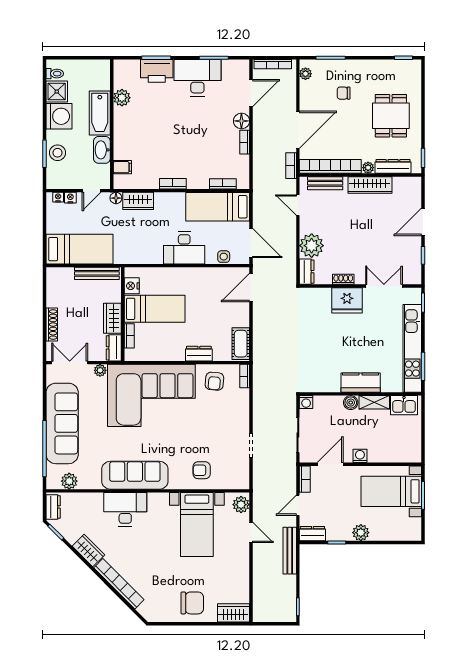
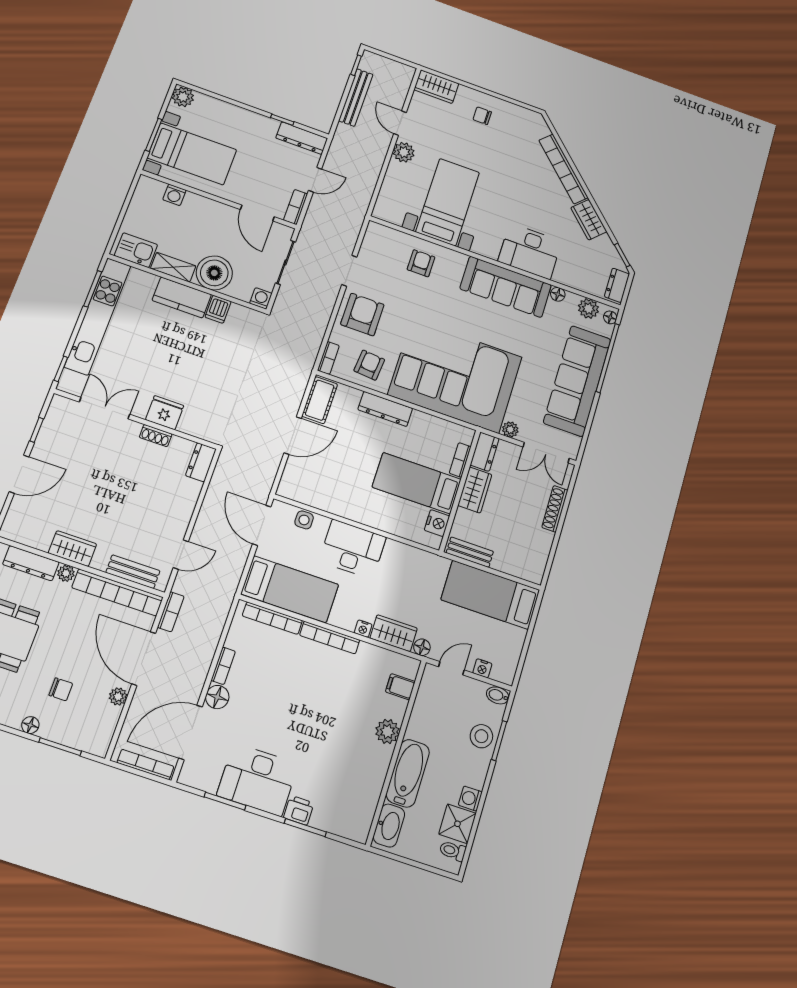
floor lamp: (354, 65) -> (30, 725), added
printer: (157, 71) -> (299, 810), width x0.53, depth x0.68
plant: (305, 74) -> (118, 697), moved
door: (251, 93) -> (191, 732), width x1.36
plant: (122, 98) -> (387, 731), moved
washing machine: (59, 116) -> (470, 799), width x0.53, depth x0.53
door: (298, 130) -> (144, 659), hinge flipped
washbasin: (102, 150) -> (389, 825), moved
bidet: (54, 183) -> (498, 695), added
bookcase: (173, 184) -> (330, 638), width x1.56
bookcase: (223, 184) -> (272, 618), width x1.56
wardrobe: (370, 185) -> (72, 549), width x0.67
nightstand: (58, 197) -> (363, 629), moved
door: (298, 205) -> (181, 555), hinge flipped
plant: (312, 246) -> (182, 494), removed
bench: (97, 273) -> (470, 552), width x0.73
double door: (384, 286) -> (105, 408), swing flipped
door: (251, 288) -> (293, 436), moved
fridge: (347, 300) -> (165, 413), width x0.73, depth x0.75
dresser: (199, 354) -> (385, 409), width x1.44
dishwasher: (333, 383) -> (218, 309), added
boiler: (351, 403) -> (214, 273), width x1.86, depth x1.86
armchair: (231, 416) -> (362, 314), added
washing machine: (360, 456) -> (174, 195), moved
door: (330, 464) -> (257, 213), hinge flipped
armchair: (202, 470) -> (421, 263), turned -90
floor lamp: (51, 480) -> (610, 317), added
floor lamp: (95, 484) -> (558, 294), added
plant: (241, 505) -> (404, 152), moved
door: (251, 532) -> (400, 123), moved
plant: (361, 533) -> (183, 97), moved
dresser: (312, 534) -> (302, 138), width x1.44
bench: (290, 551) -> (356, 98), moved
chair: (192, 603) -> (482, 116), width x0.54, depth x0.54

